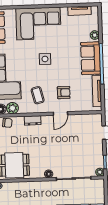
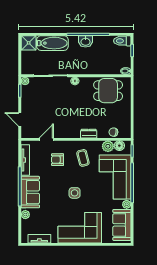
door: (60, 114) -> (46, 139), moved

